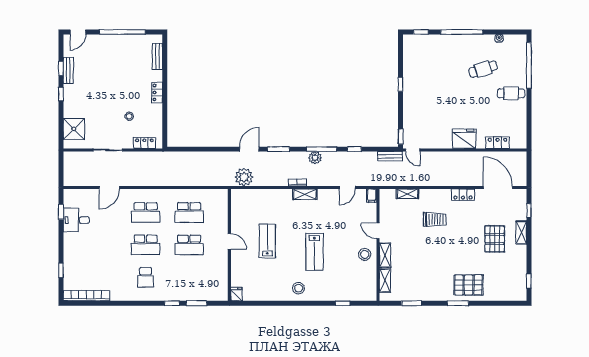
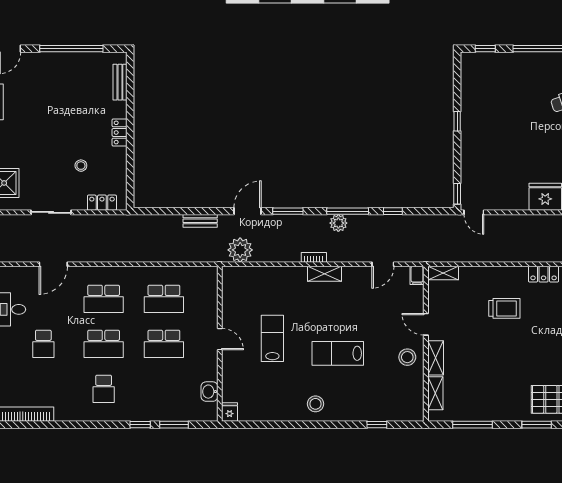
bench: (390, 156) -> (200, 221), moved
shelving: (408, 194) -> (443, 273), moved
school desk: (102, 245) -> (43, 344), added
lab bench: (314, 252) -> (338, 353), turned 90
washbasin: (222, 279) -> (209, 392), added
window: (412, 303) -> (472, 425), width x1.44

